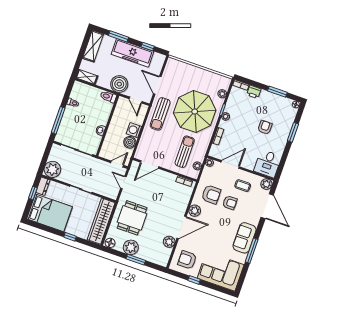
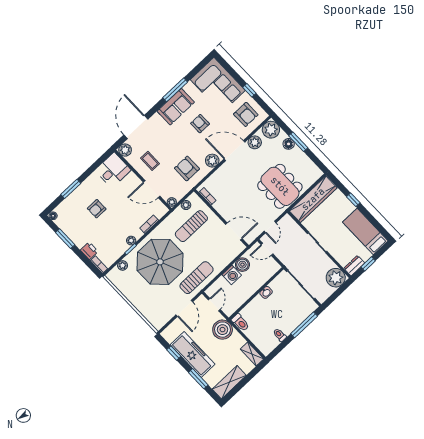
armchair: (230, 203) -> (200, 124), moved
bed: (49, 213) -> (365, 231), width x0.67
dining table: (132, 218) -> (280, 186), width x1.37
floor lamp: (110, 243) -> (289, 144), moved
plant: (131, 247) -> (271, 130), moved

